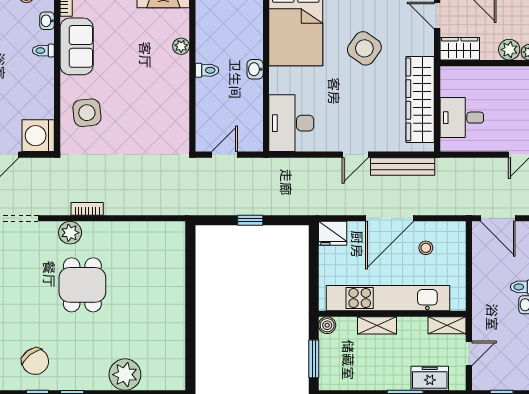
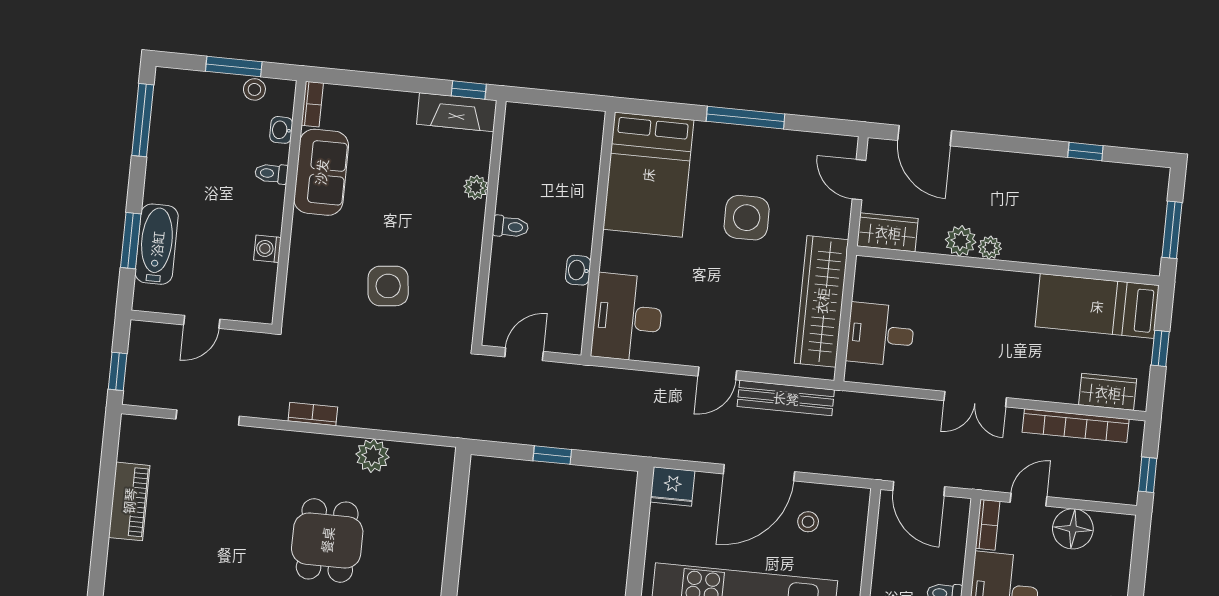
side table: (364, 48) -> (747, 218), turned -35
washbasin: (255, 69) -> (578, 270), moved
side table: (87, 113) -> (388, 286), moved
washing machine: (38, 136) -> (267, 249), moved, width x0.53, depth x0.53
plant: (70, 233) -> (373, 456), moved
dining table: (82, 285) -> (327, 540), moved

